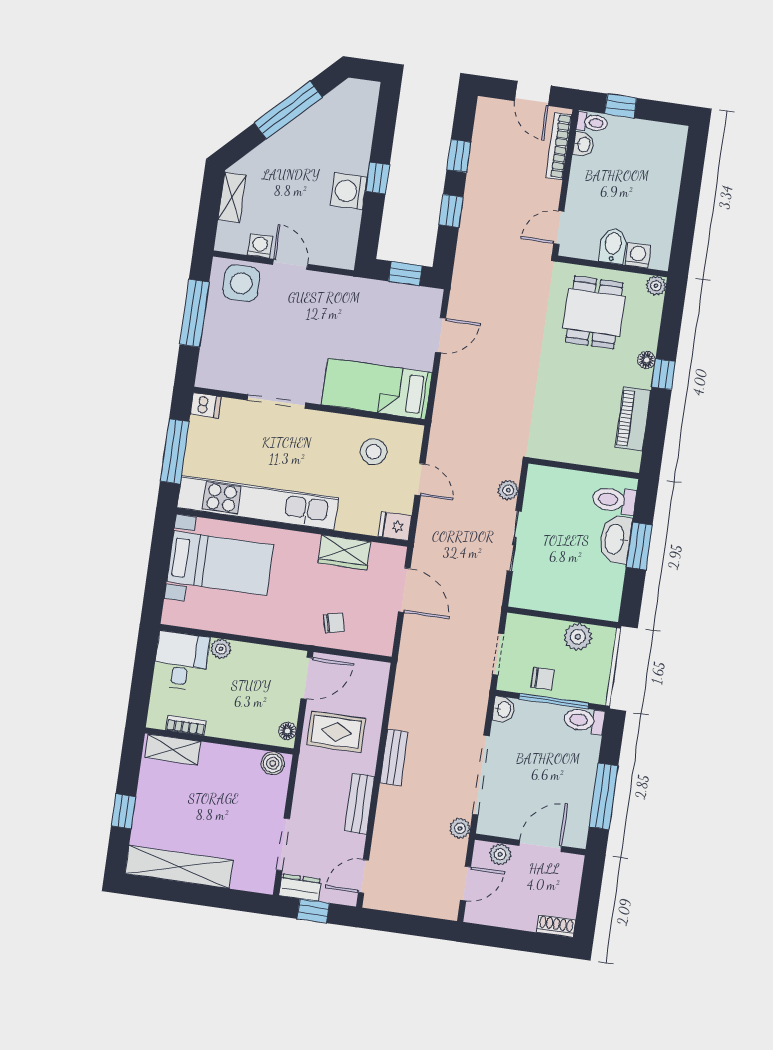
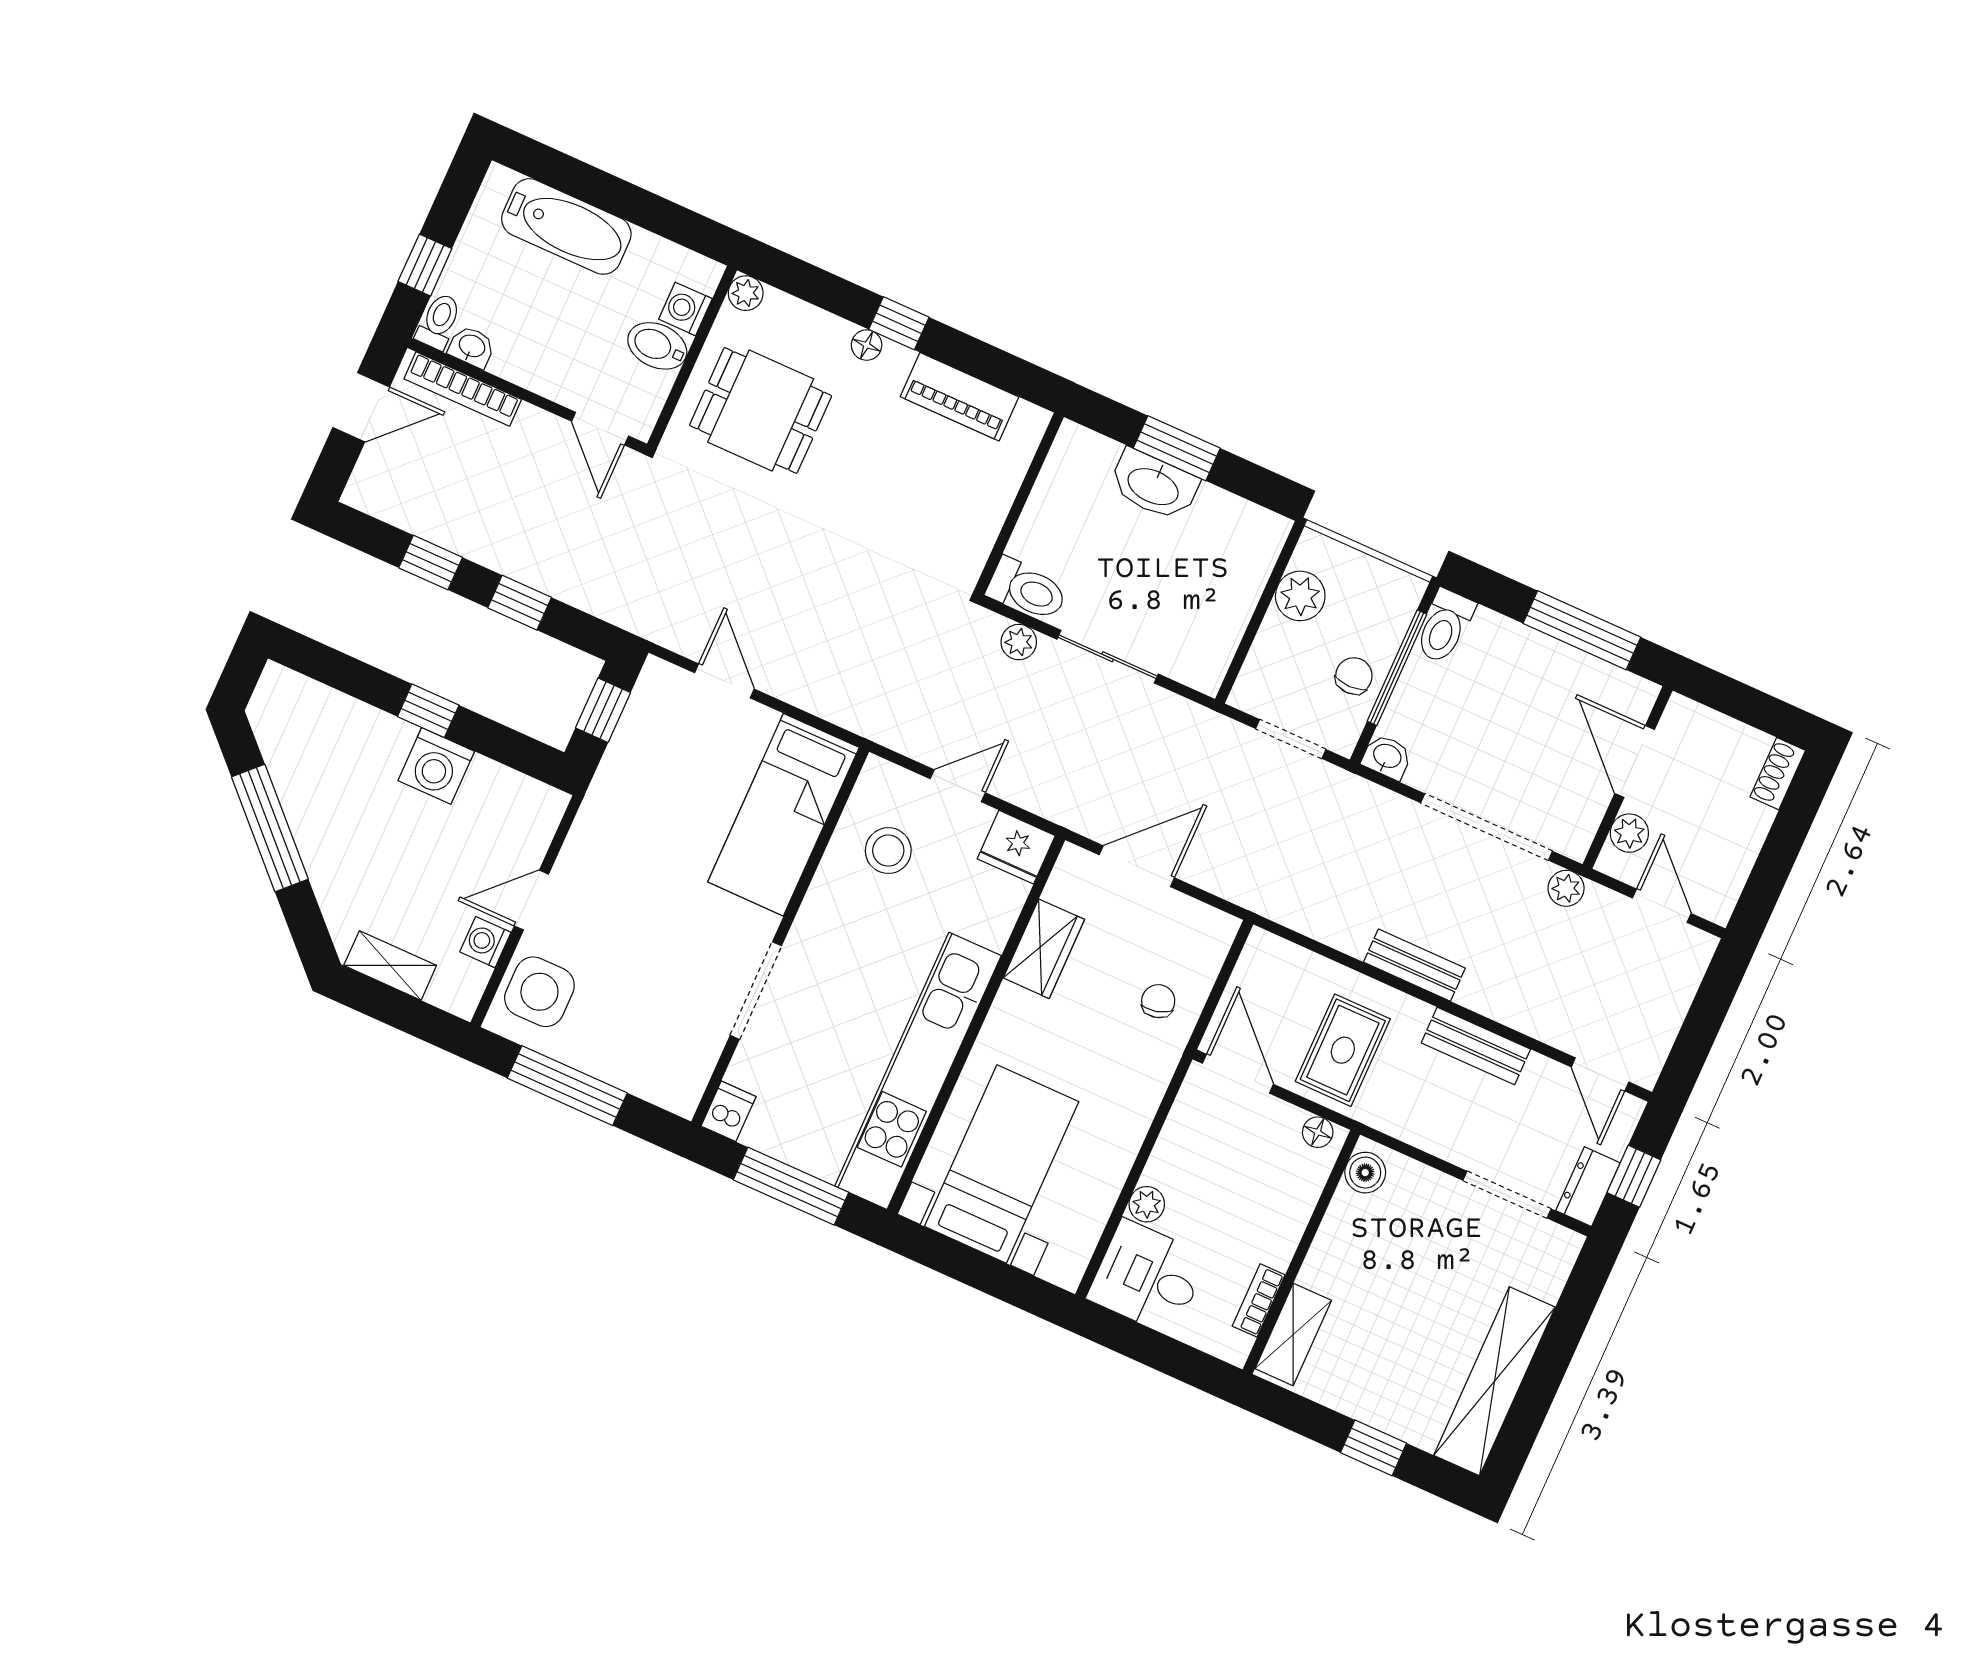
bathtub: (664, 177) -> (566, 226), added
toilet: (614, 500) -> (1027, 590), moved, turned -90
fridge: (395, 526) -> (1016, 847), width x1.38

